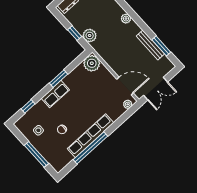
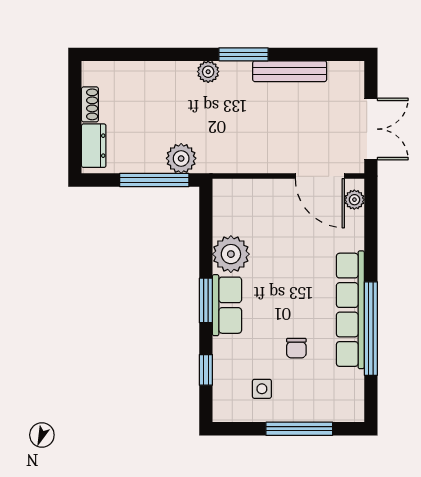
window: (75, 33) -> (154, 180), width x2.17
window: (161, 46) -> (244, 54), moved
plant: (92, 63) -> (231, 254), moved
window: (58, 79) -> (206, 300), moved
door: (125, 86) -> (320, 176), swing flipped

